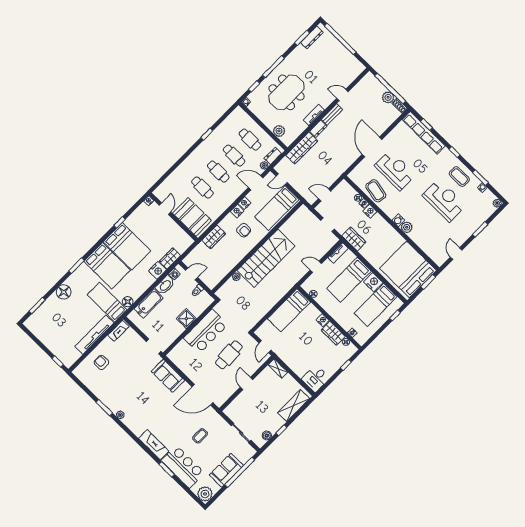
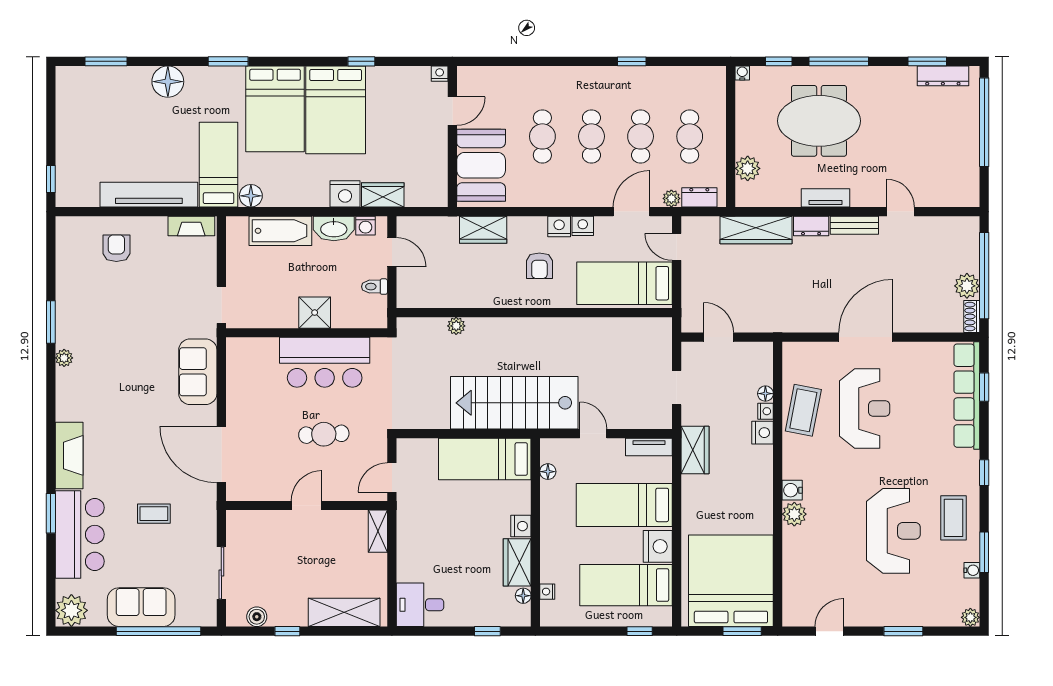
door: (256, 183) -> (632, 212), hinge flipped
stairs: (266, 258) -> (514, 403), moved, turned 180
cafe table: (229, 355) -> (324, 434), width x0.73, depth x0.74

